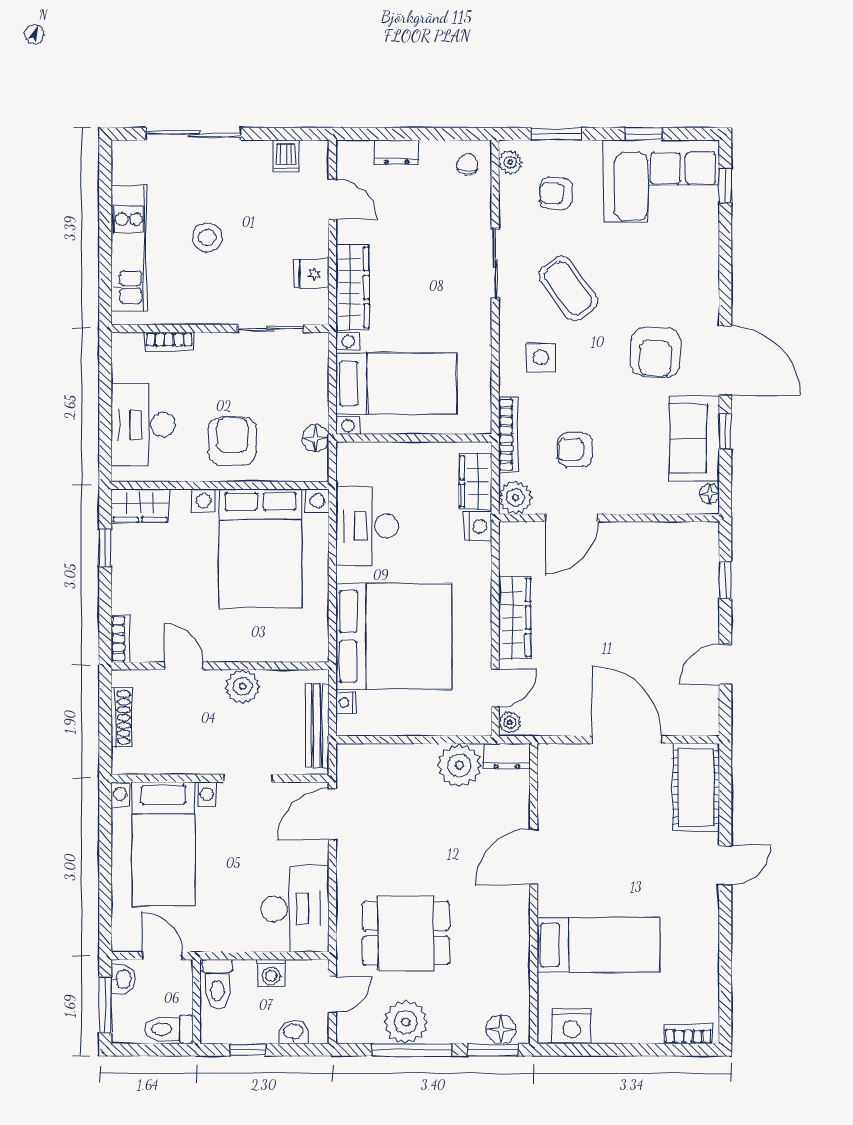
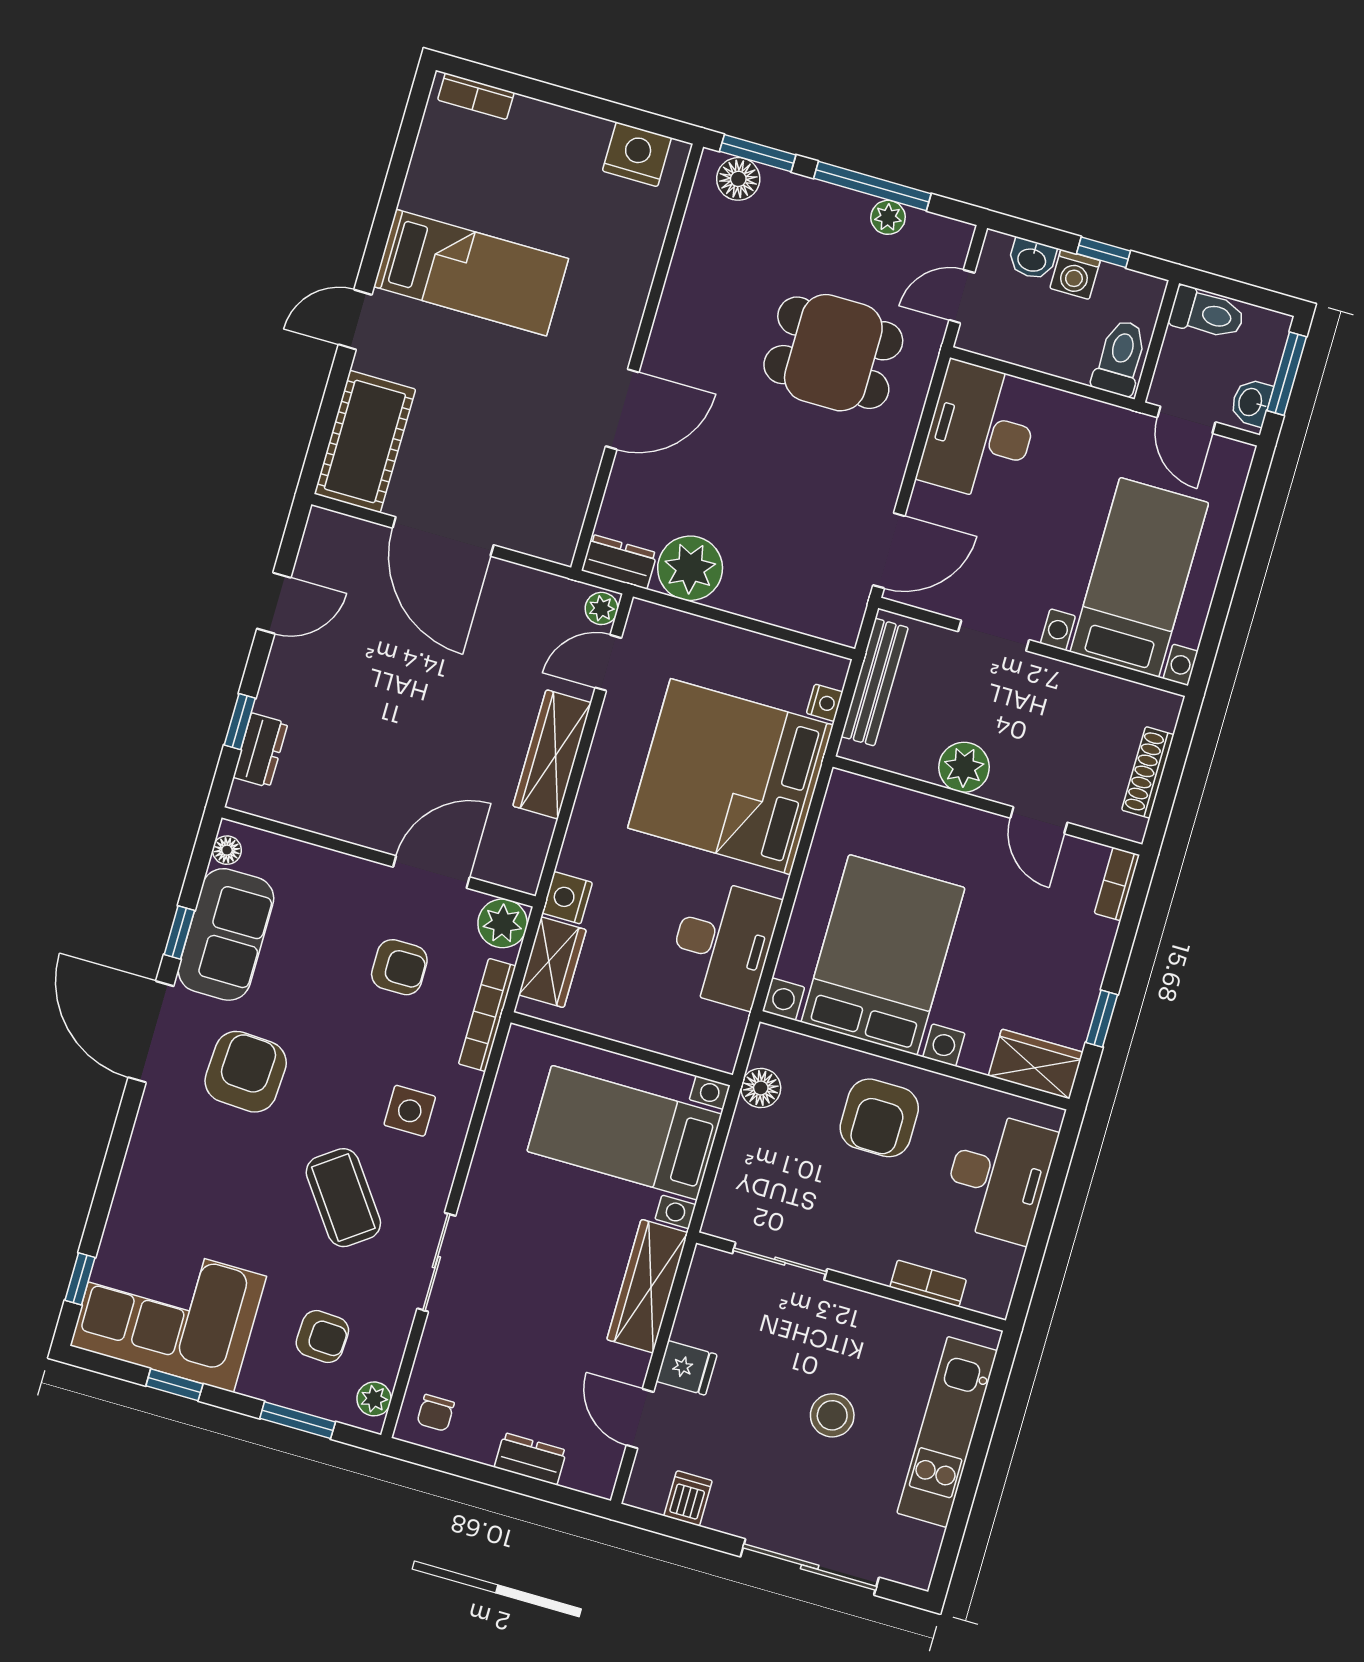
fridge: (311, 274) -> (687, 1368), moved
dresser: (706, 566) -> (260, 750), added
bed: (598, 945) -> (471, 273), moved, turned 180
washing machine: (271, 973) -> (1075, 274), moved, turned 180
plant: (406, 1022) -> (888, 217), width x0.53, depth x0.53

